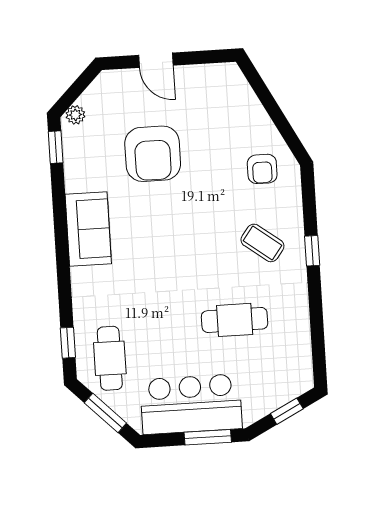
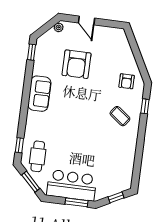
plant: (75, 115) -> (59, 27), moved
window: (312, 251) -> (145, 106), moved
cafe table: (235, 320) -> (100, 150), removed

